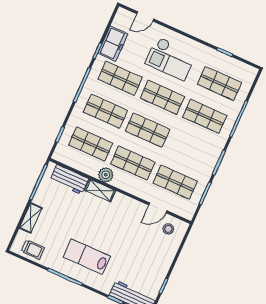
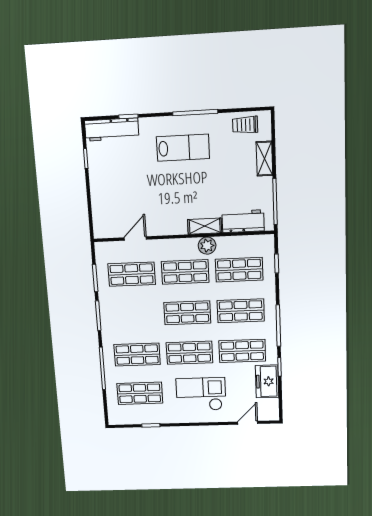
stool: (168, 229) -> (113, 222), removed

